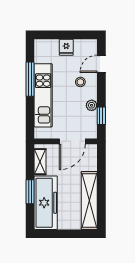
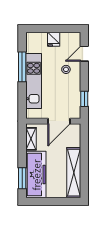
plant: (92, 105) -> (76, 90), removed
window: (30, 192) -> (22, 178), moved

